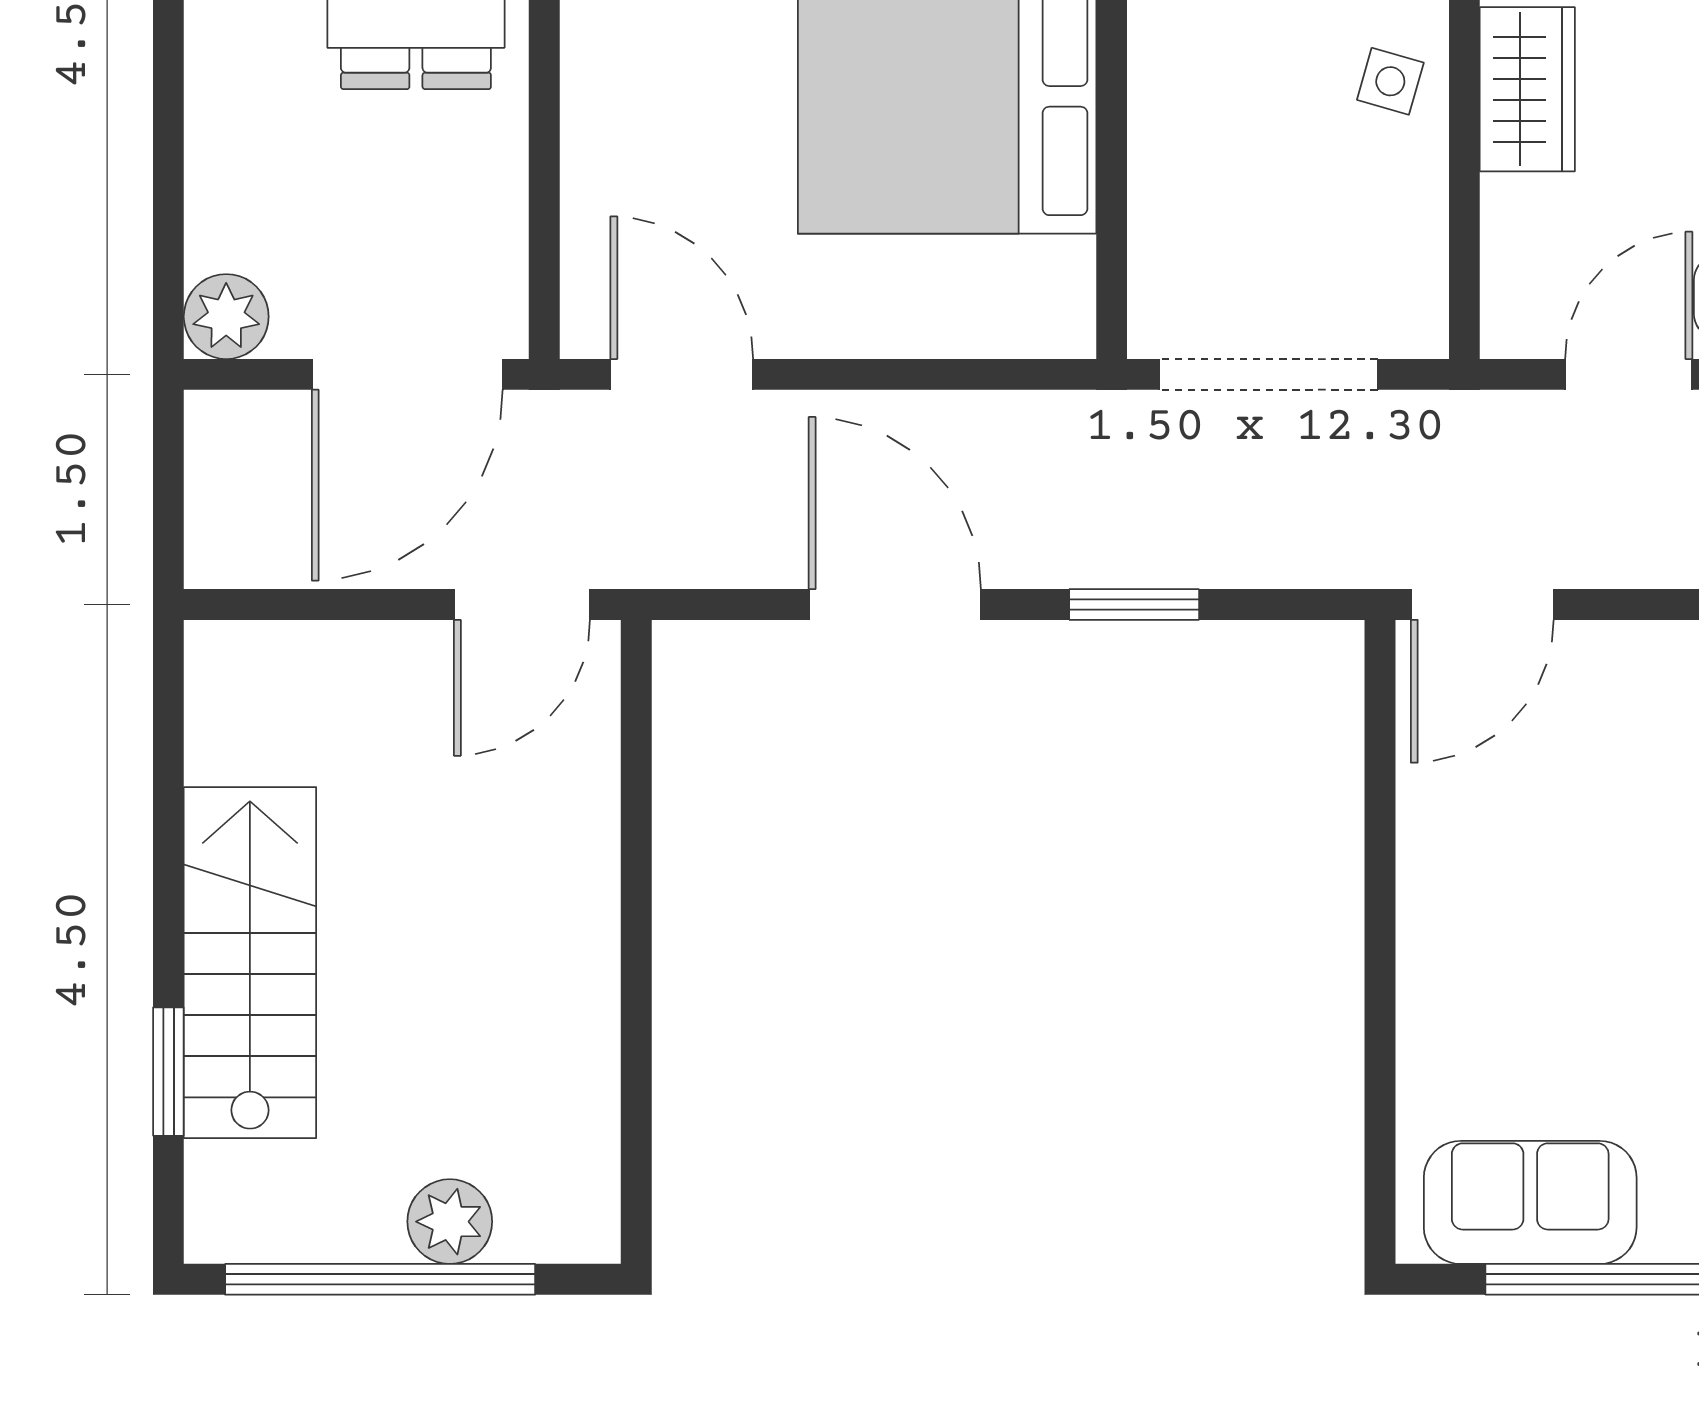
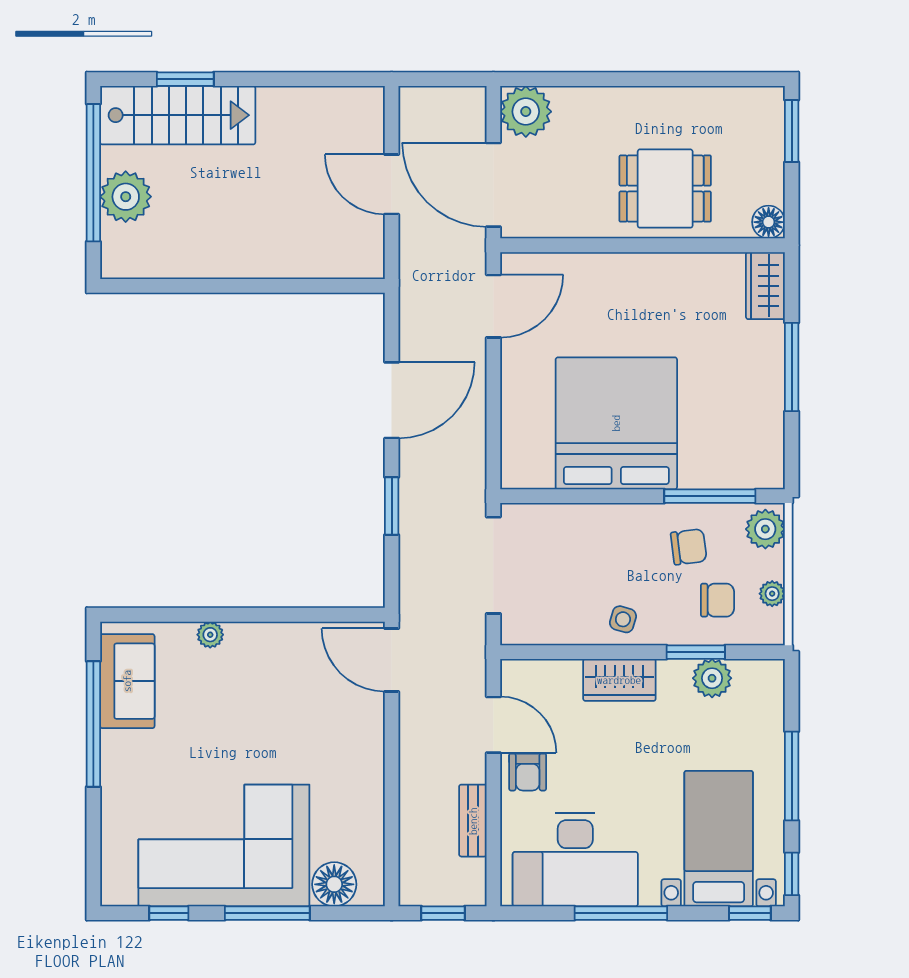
plant: (226, 317) -> (526, 112), width x1.36, depth x1.36
door: (522, 604) -> (392, 184), moved
stairs: (250, 963) -> (178, 115), moved
plant: (1425, 1015) -> (210, 635), added
plant: (450, 1222) -> (126, 197), width x1.36, depth x1.36

